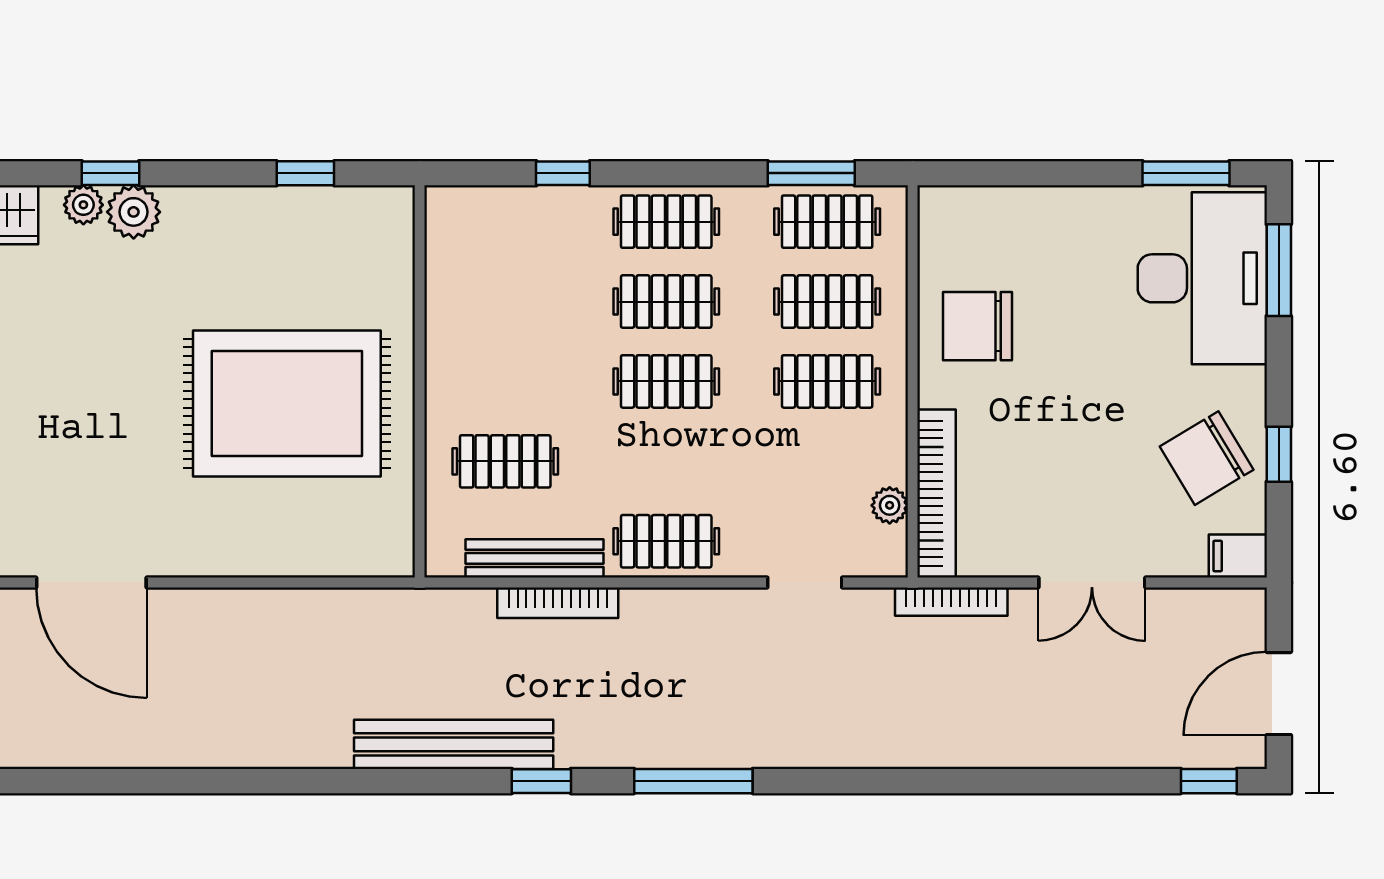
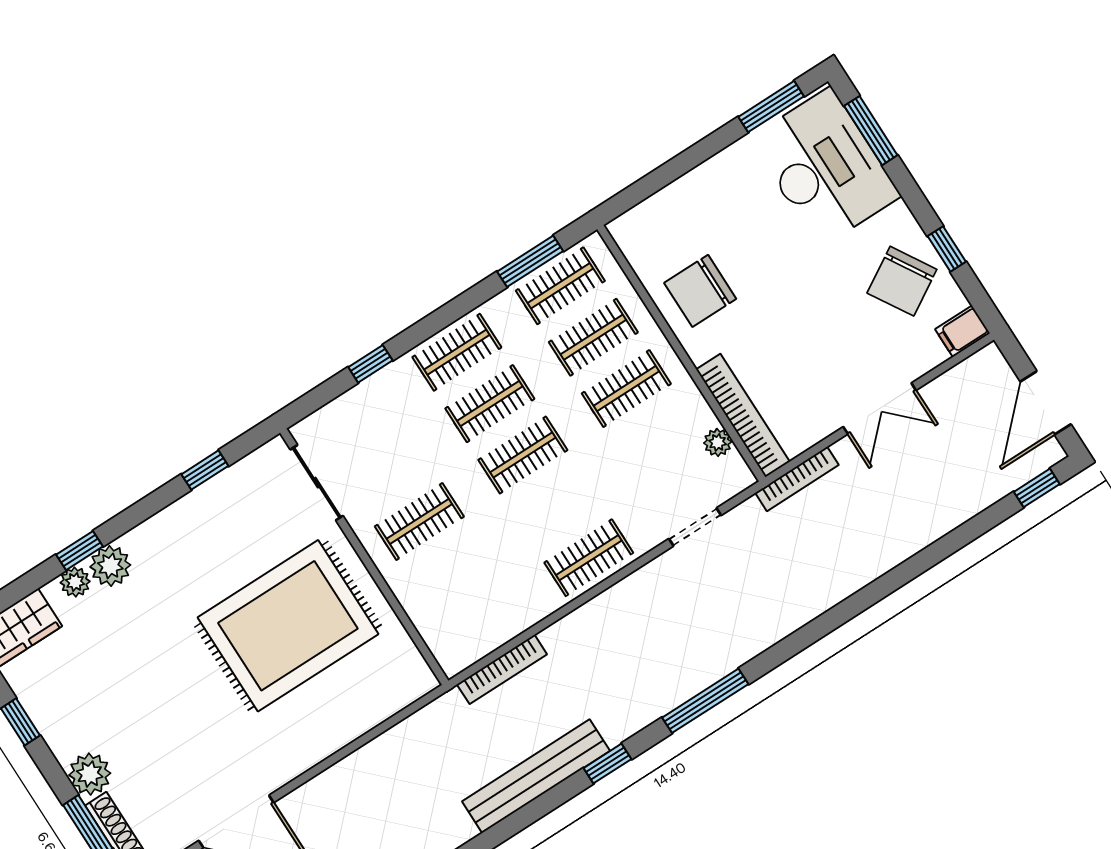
sliding door: (420, 266) -> (317, 483), added
clothes rail: (505, 461) -> (419, 521), moved
bench: (534, 558) -> (511, 623), removed
bookcase: (558, 603) -> (502, 669), moved

